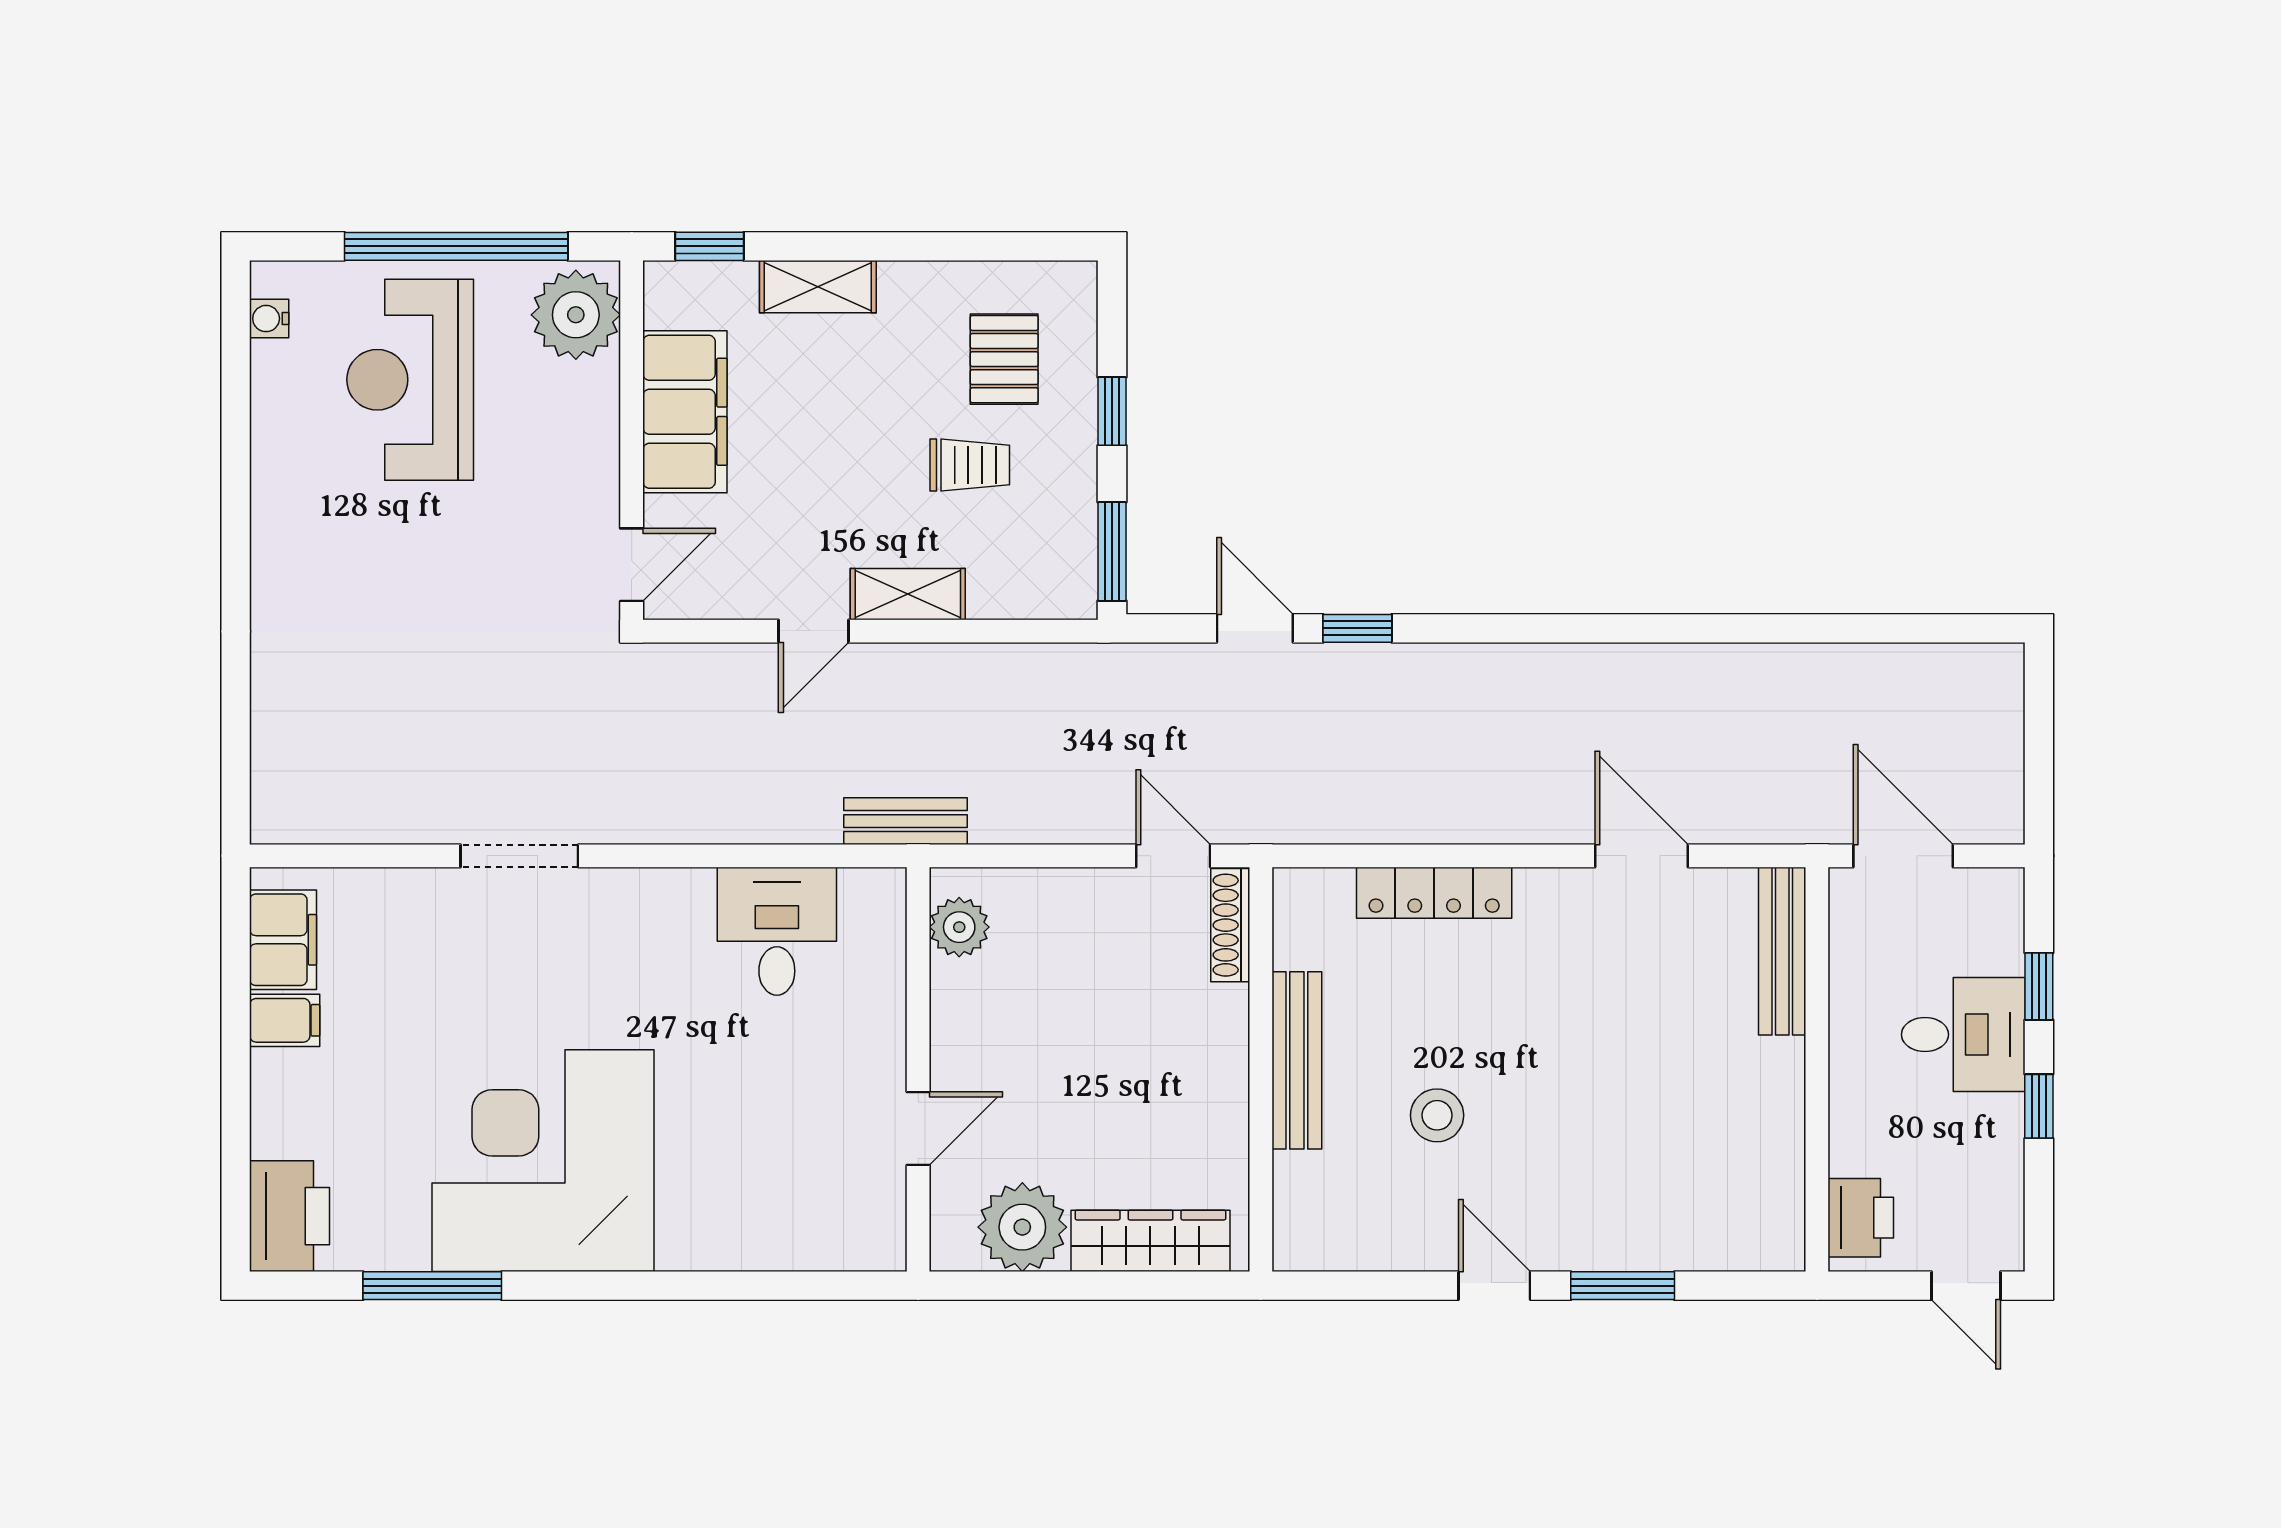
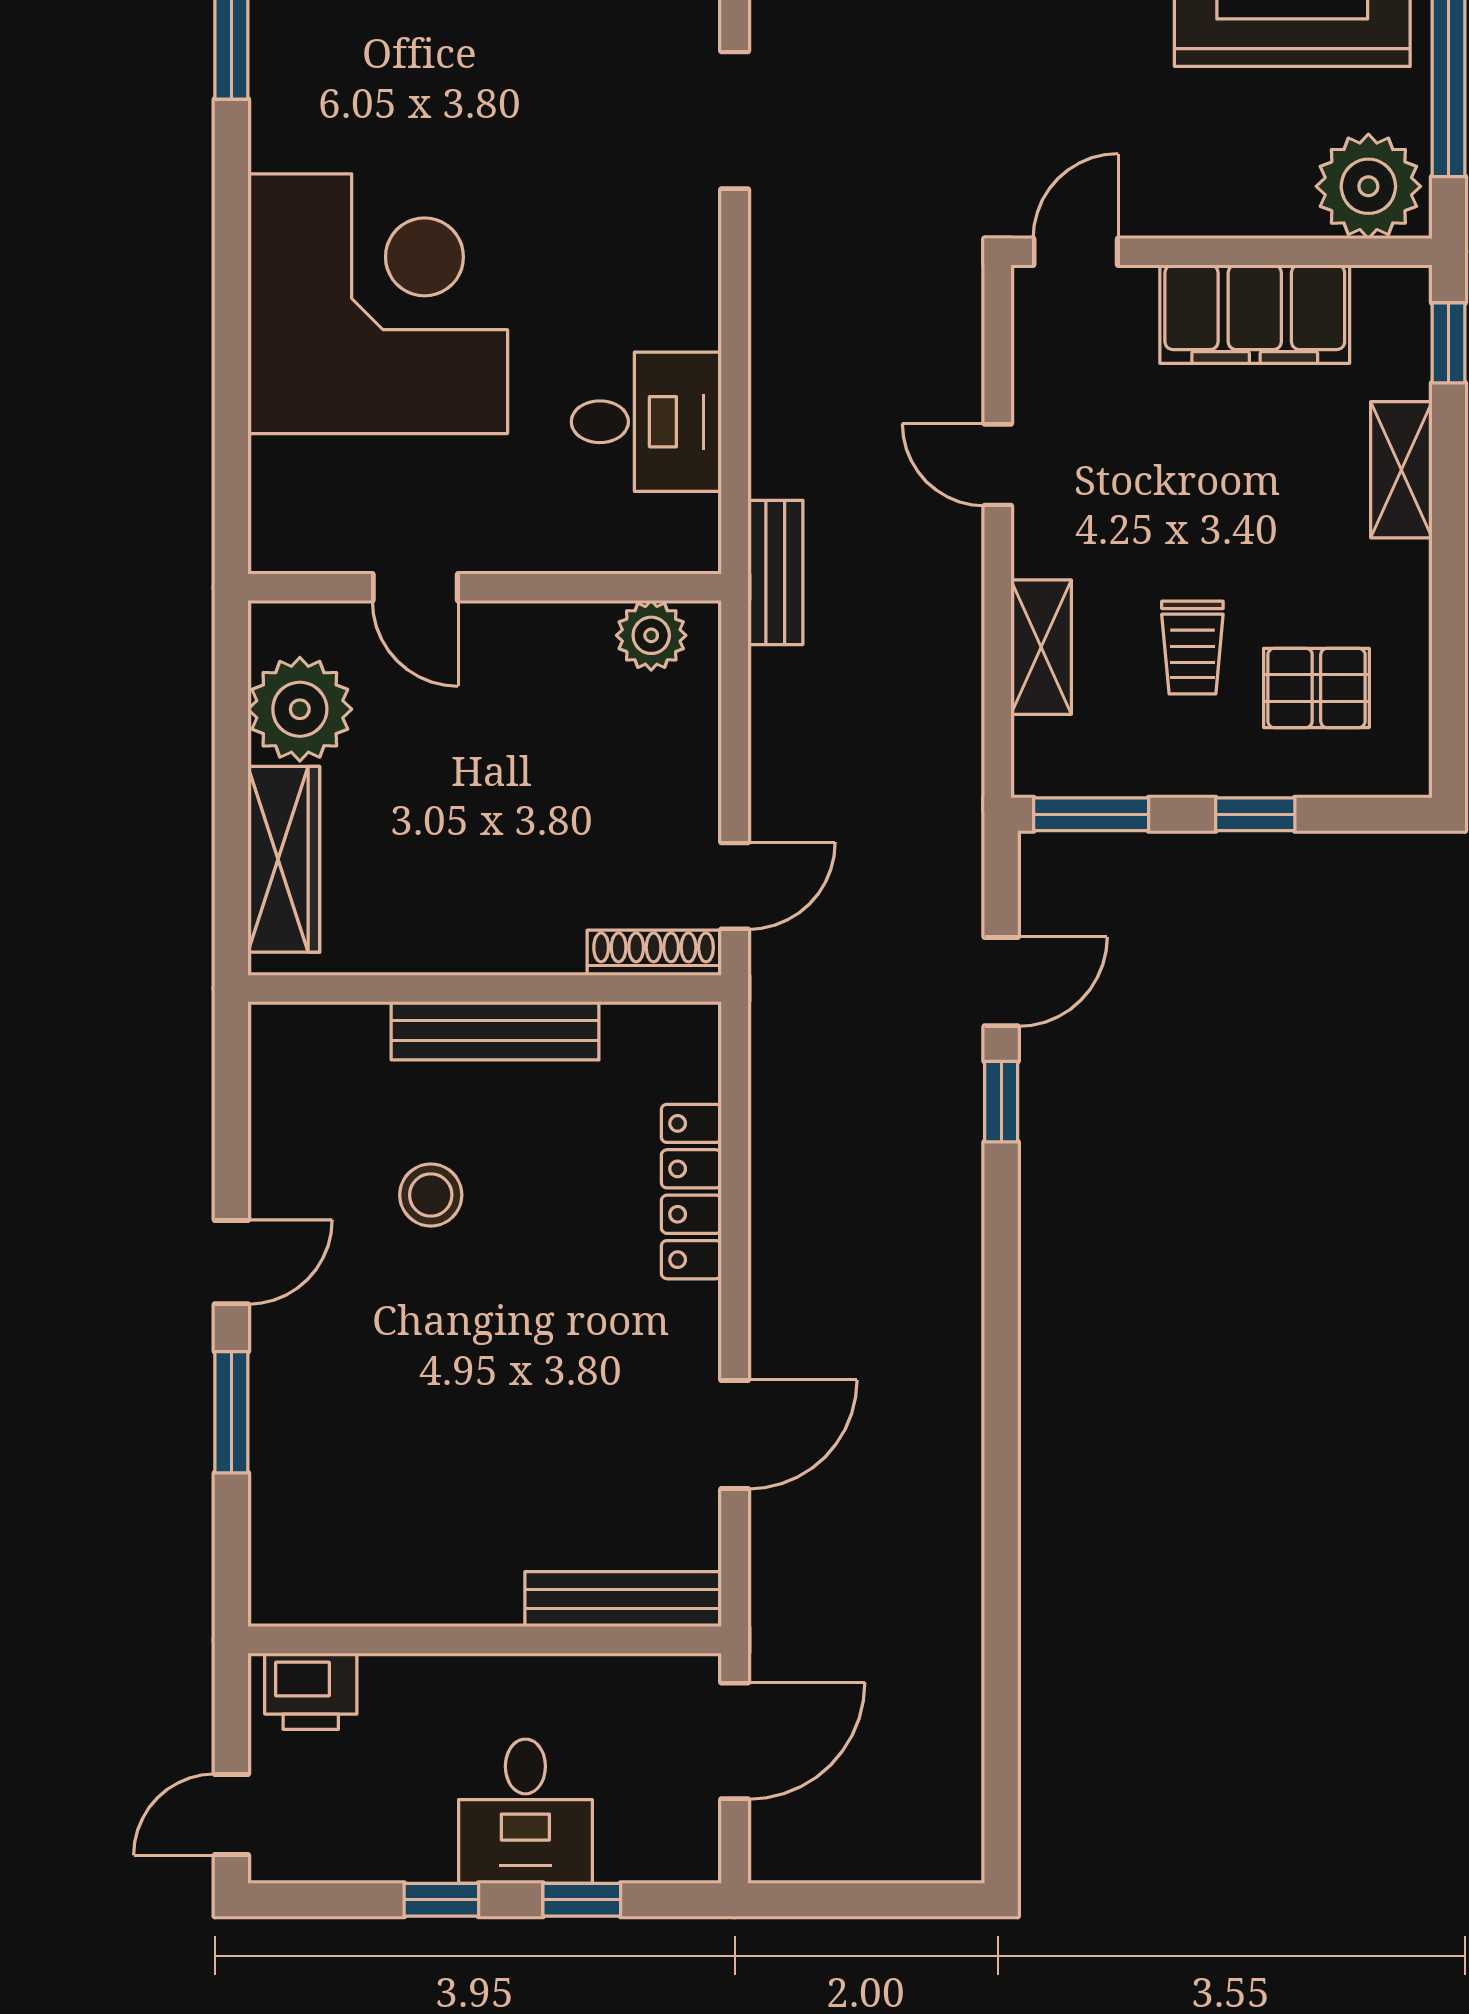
door: (632, 565) -> (1076, 252), swing flipped
shelving: (908, 594) -> (1041, 647), moved
corner desk: (543, 1161) -> (378, 304), moved

